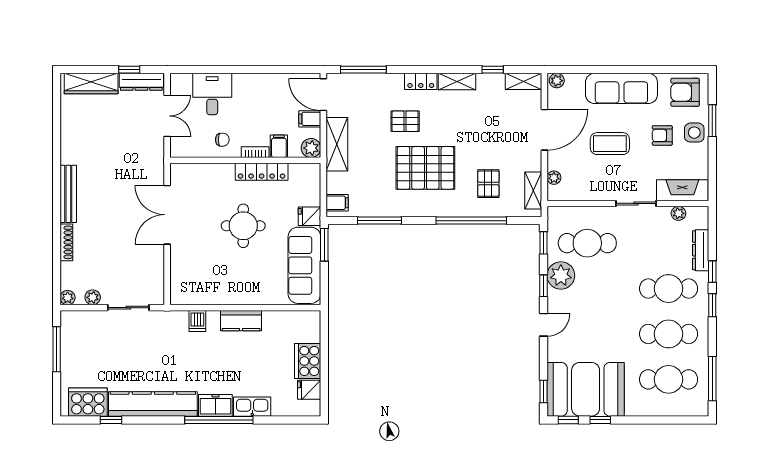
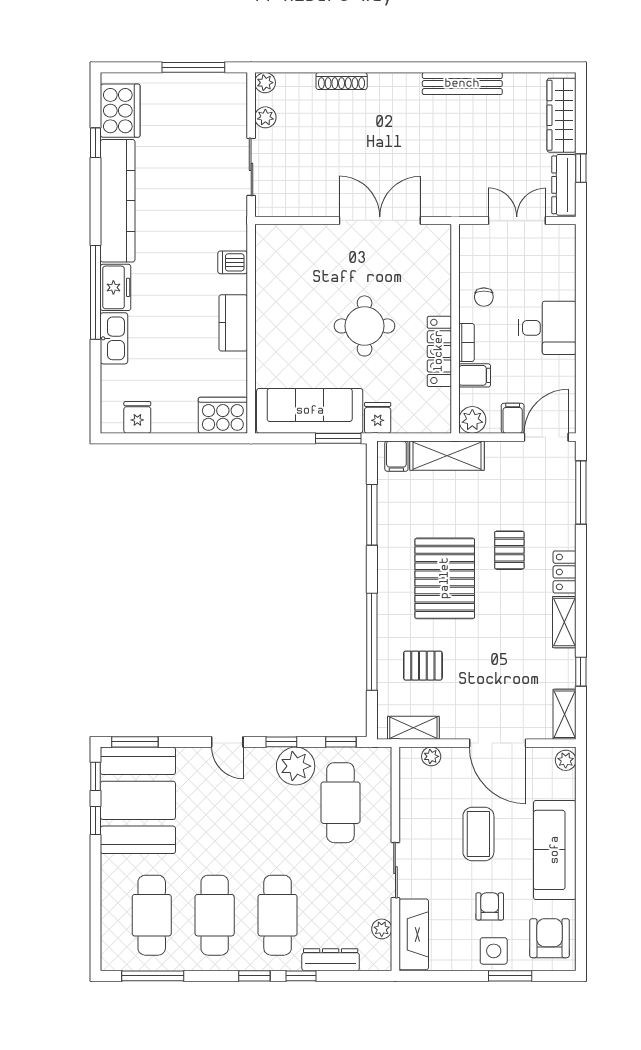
desk: (212, 94) -> (547, 328), moved
double door: (167, 116) -> (517, 221), swing flipped
shelving: (337, 144) -> (447, 456), moved
bench: (68, 194) -> (462, 84), moved
cooker: (308, 361) -> (223, 415), moved
window: (543, 391) -> (135, 742), width x1.50

